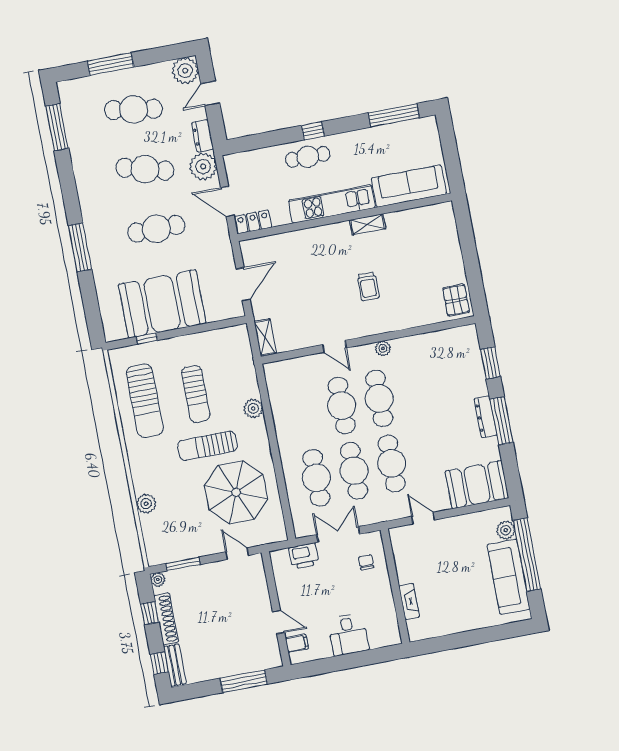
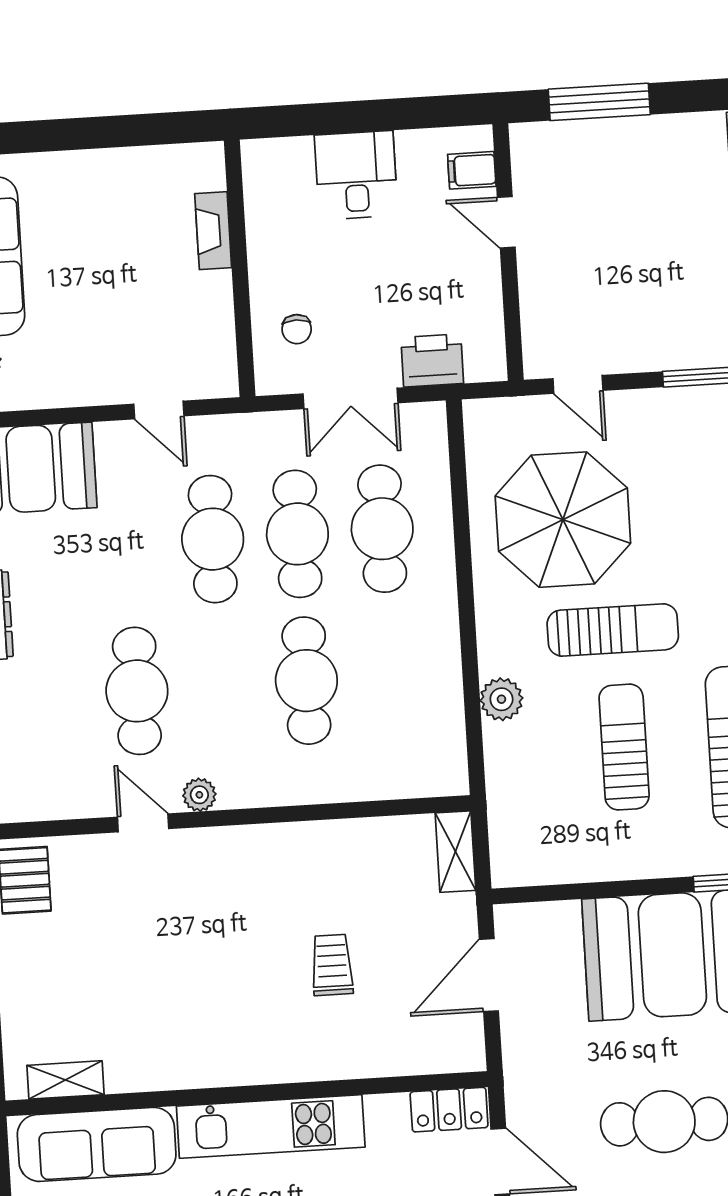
shelving: (368, 224) -> (65, 1080), moved
trolley: (368, 286) -> (332, 965), moved
door: (334, 346) -> (143, 823), moved
cafe table: (379, 398) -> (137, 691), moved

